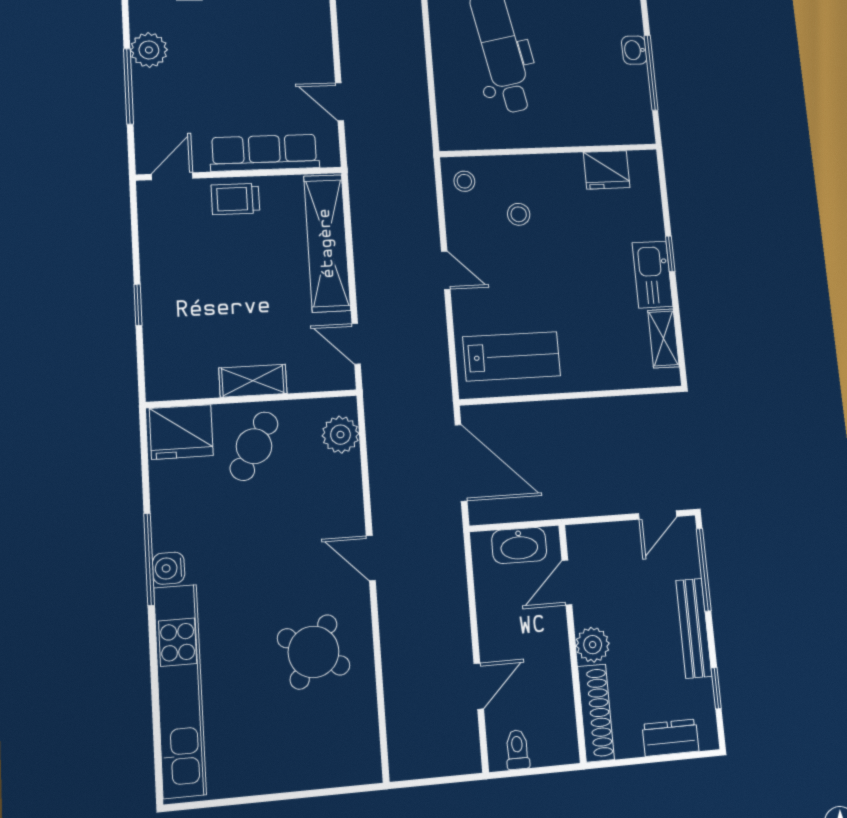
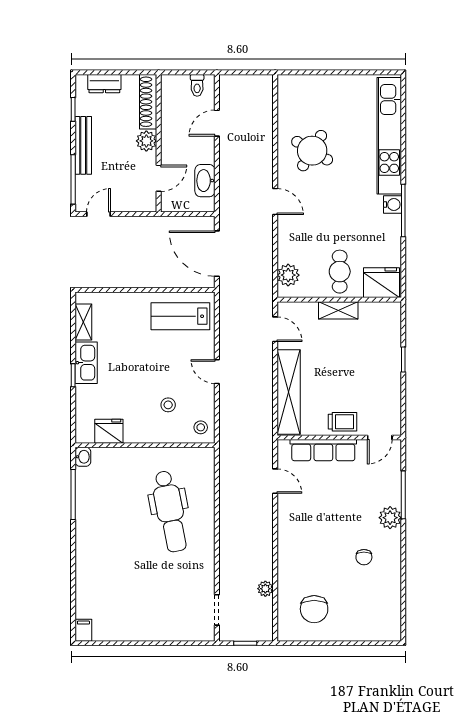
washbasin: (634, 50) -> (83, 457), moved
cafe table: (254, 446) -> (340, 272), turned -30
washbasin: (519, 545) -> (205, 181), moved, turned -90

